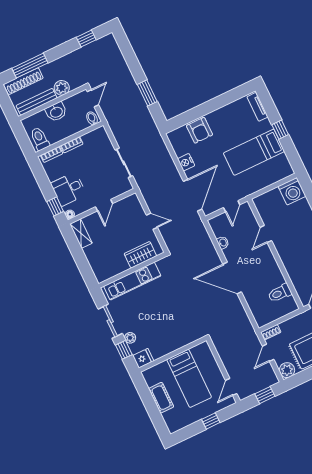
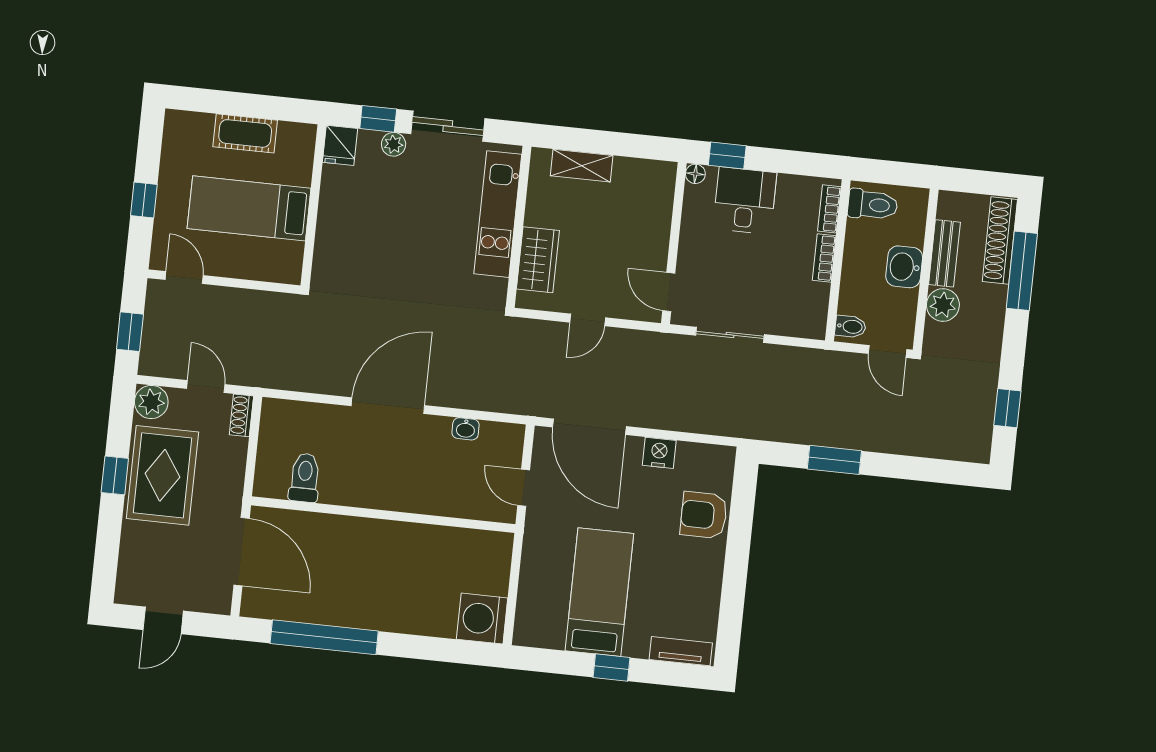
bench: (37, 102) -> (944, 253), width x0.73
door: (104, 205) -> (669, 292), moved
shelving: (81, 234) -> (582, 166), moved
door: (266, 234) -> (432, 520), removed

